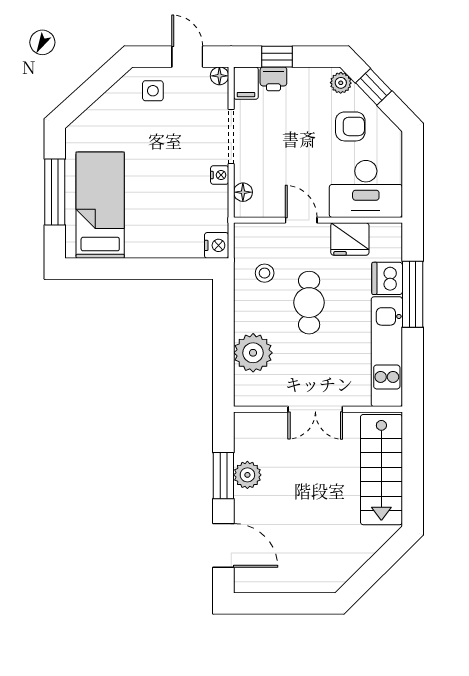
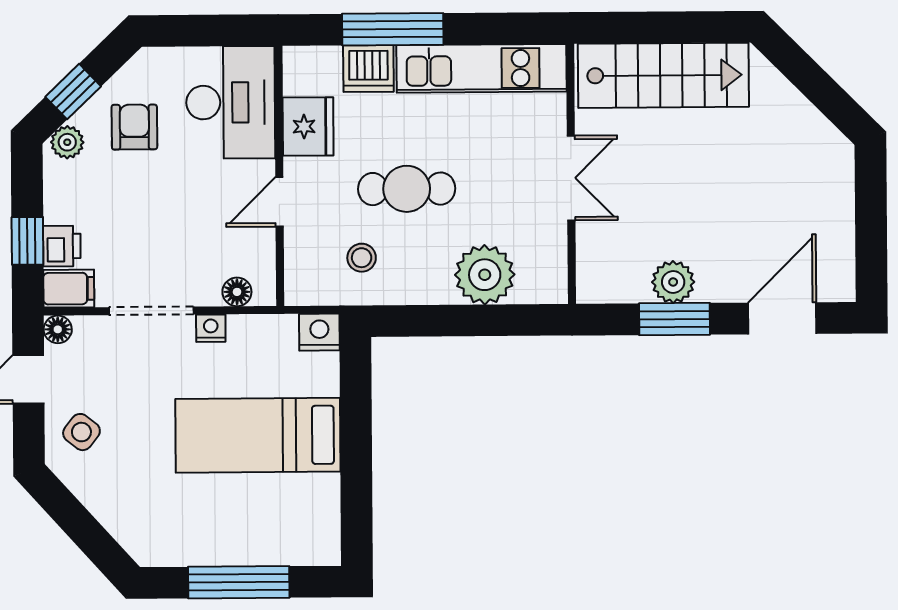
side table: (153, 91) -> (81, 432), turned 38
bed: (100, 205) -> (258, 435), moved

